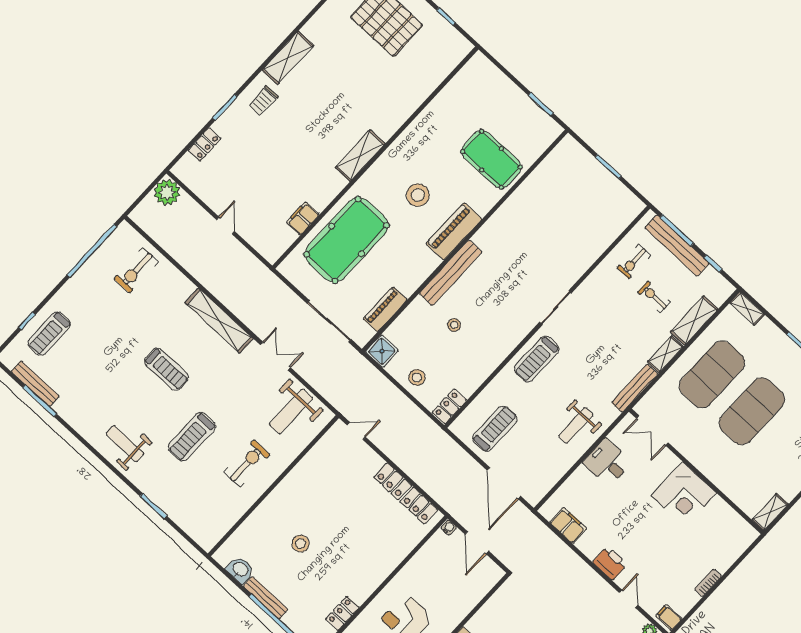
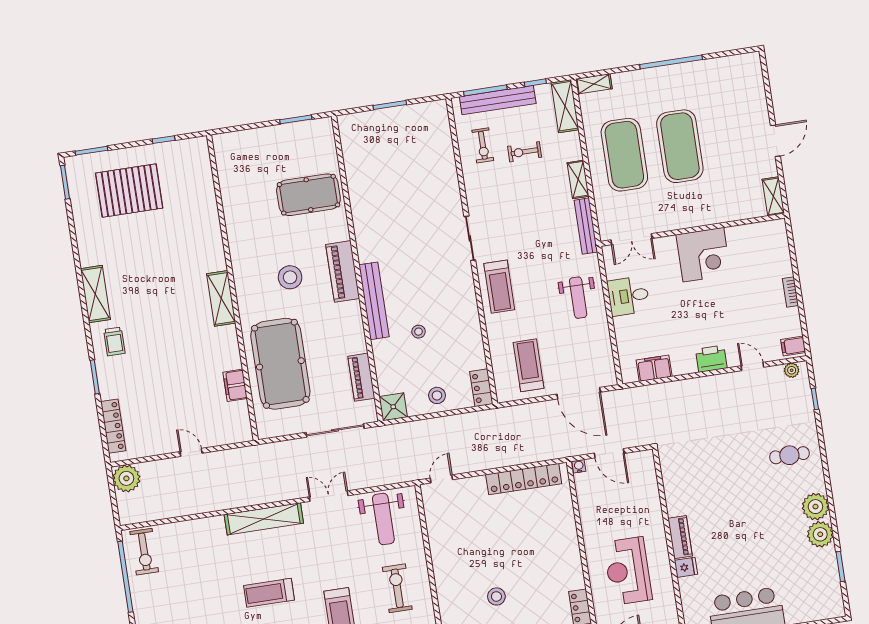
locker: (205, 144) -> (113, 426), width x1.53
exercise bike: (136, 270) -> (144, 552), moved
shelving: (694, 320) -> (565, 106), moved
treadmill: (166, 369) -> (269, 593), turned 180

